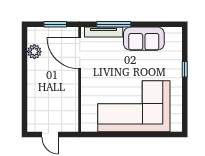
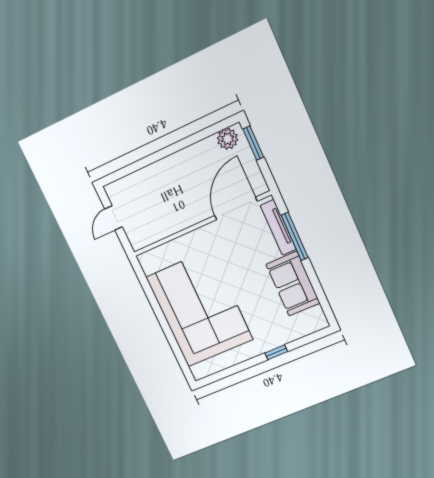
window: (55, 24) -> (253, 143), moved
plant: (34, 52) -> (228, 139), moved

